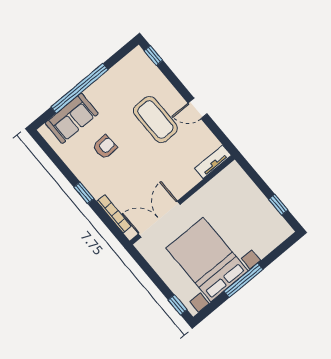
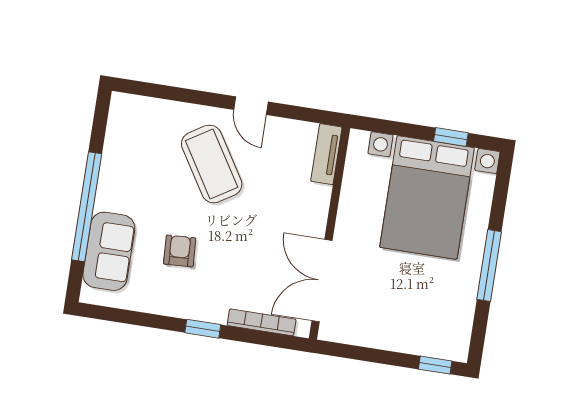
window: (153, 55) -> (141, 89), removed
door: (198, 108) -> (251, 106), hinge flipped
coffee table: (155, 119) -> (212, 164), turned 58
bed with nightstands: (207, 259) -> (427, 197), moved, turned -90

